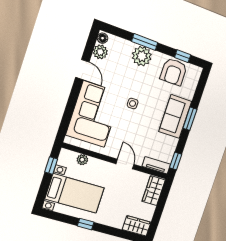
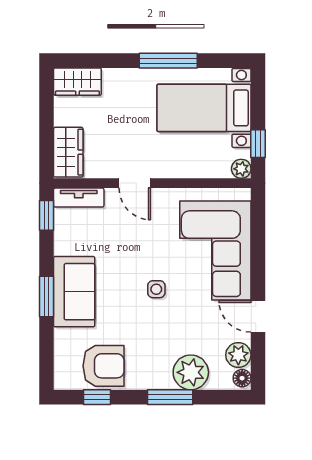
plant: (142, 56) -> (191, 372), moved
armchair: (174, 72) -> (104, 366), turned 90
plant: (82, 160) -> (241, 169), moved
window: (86, 224) -> (168, 61), width x2.17

